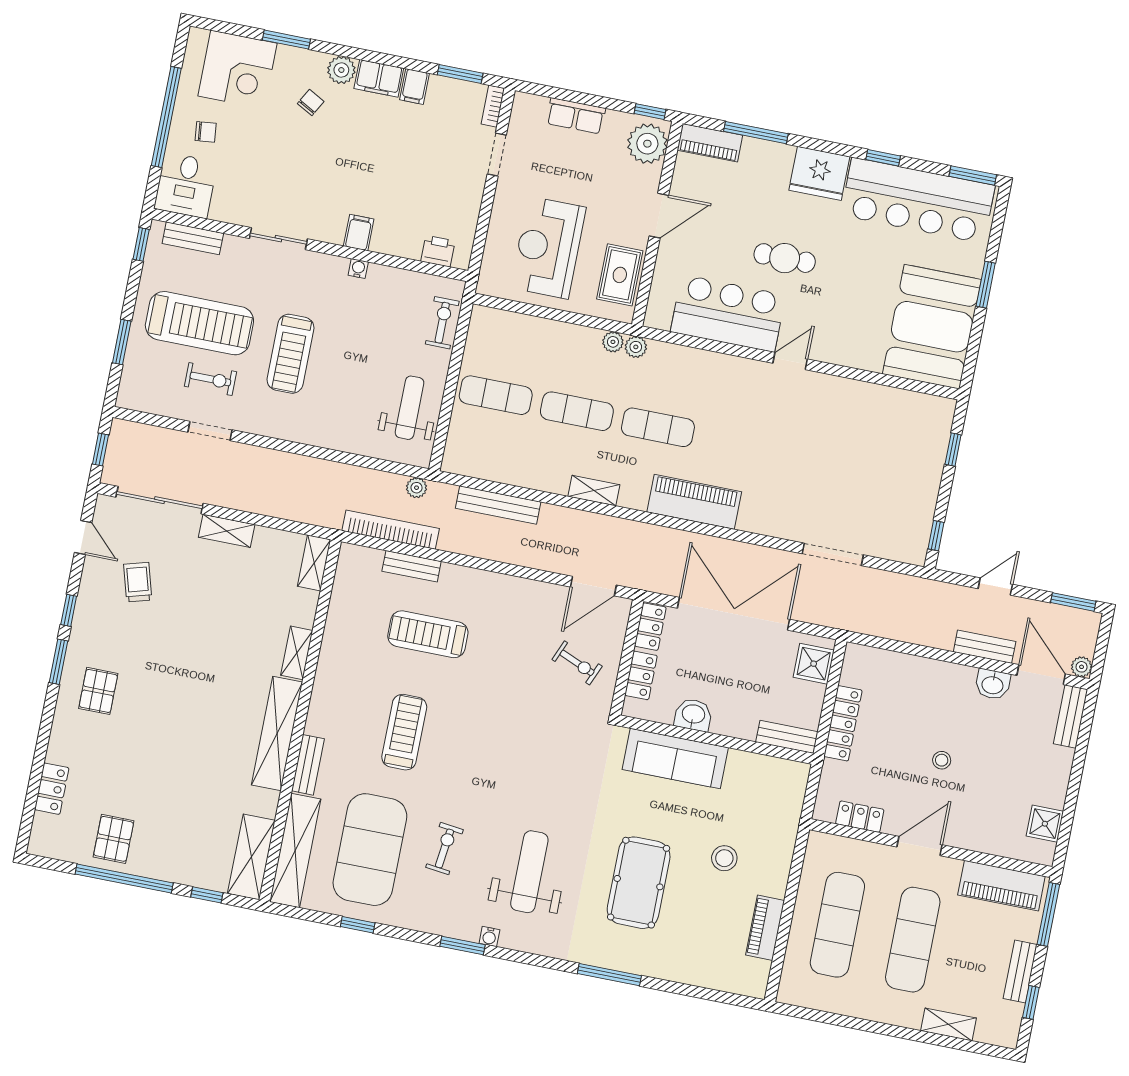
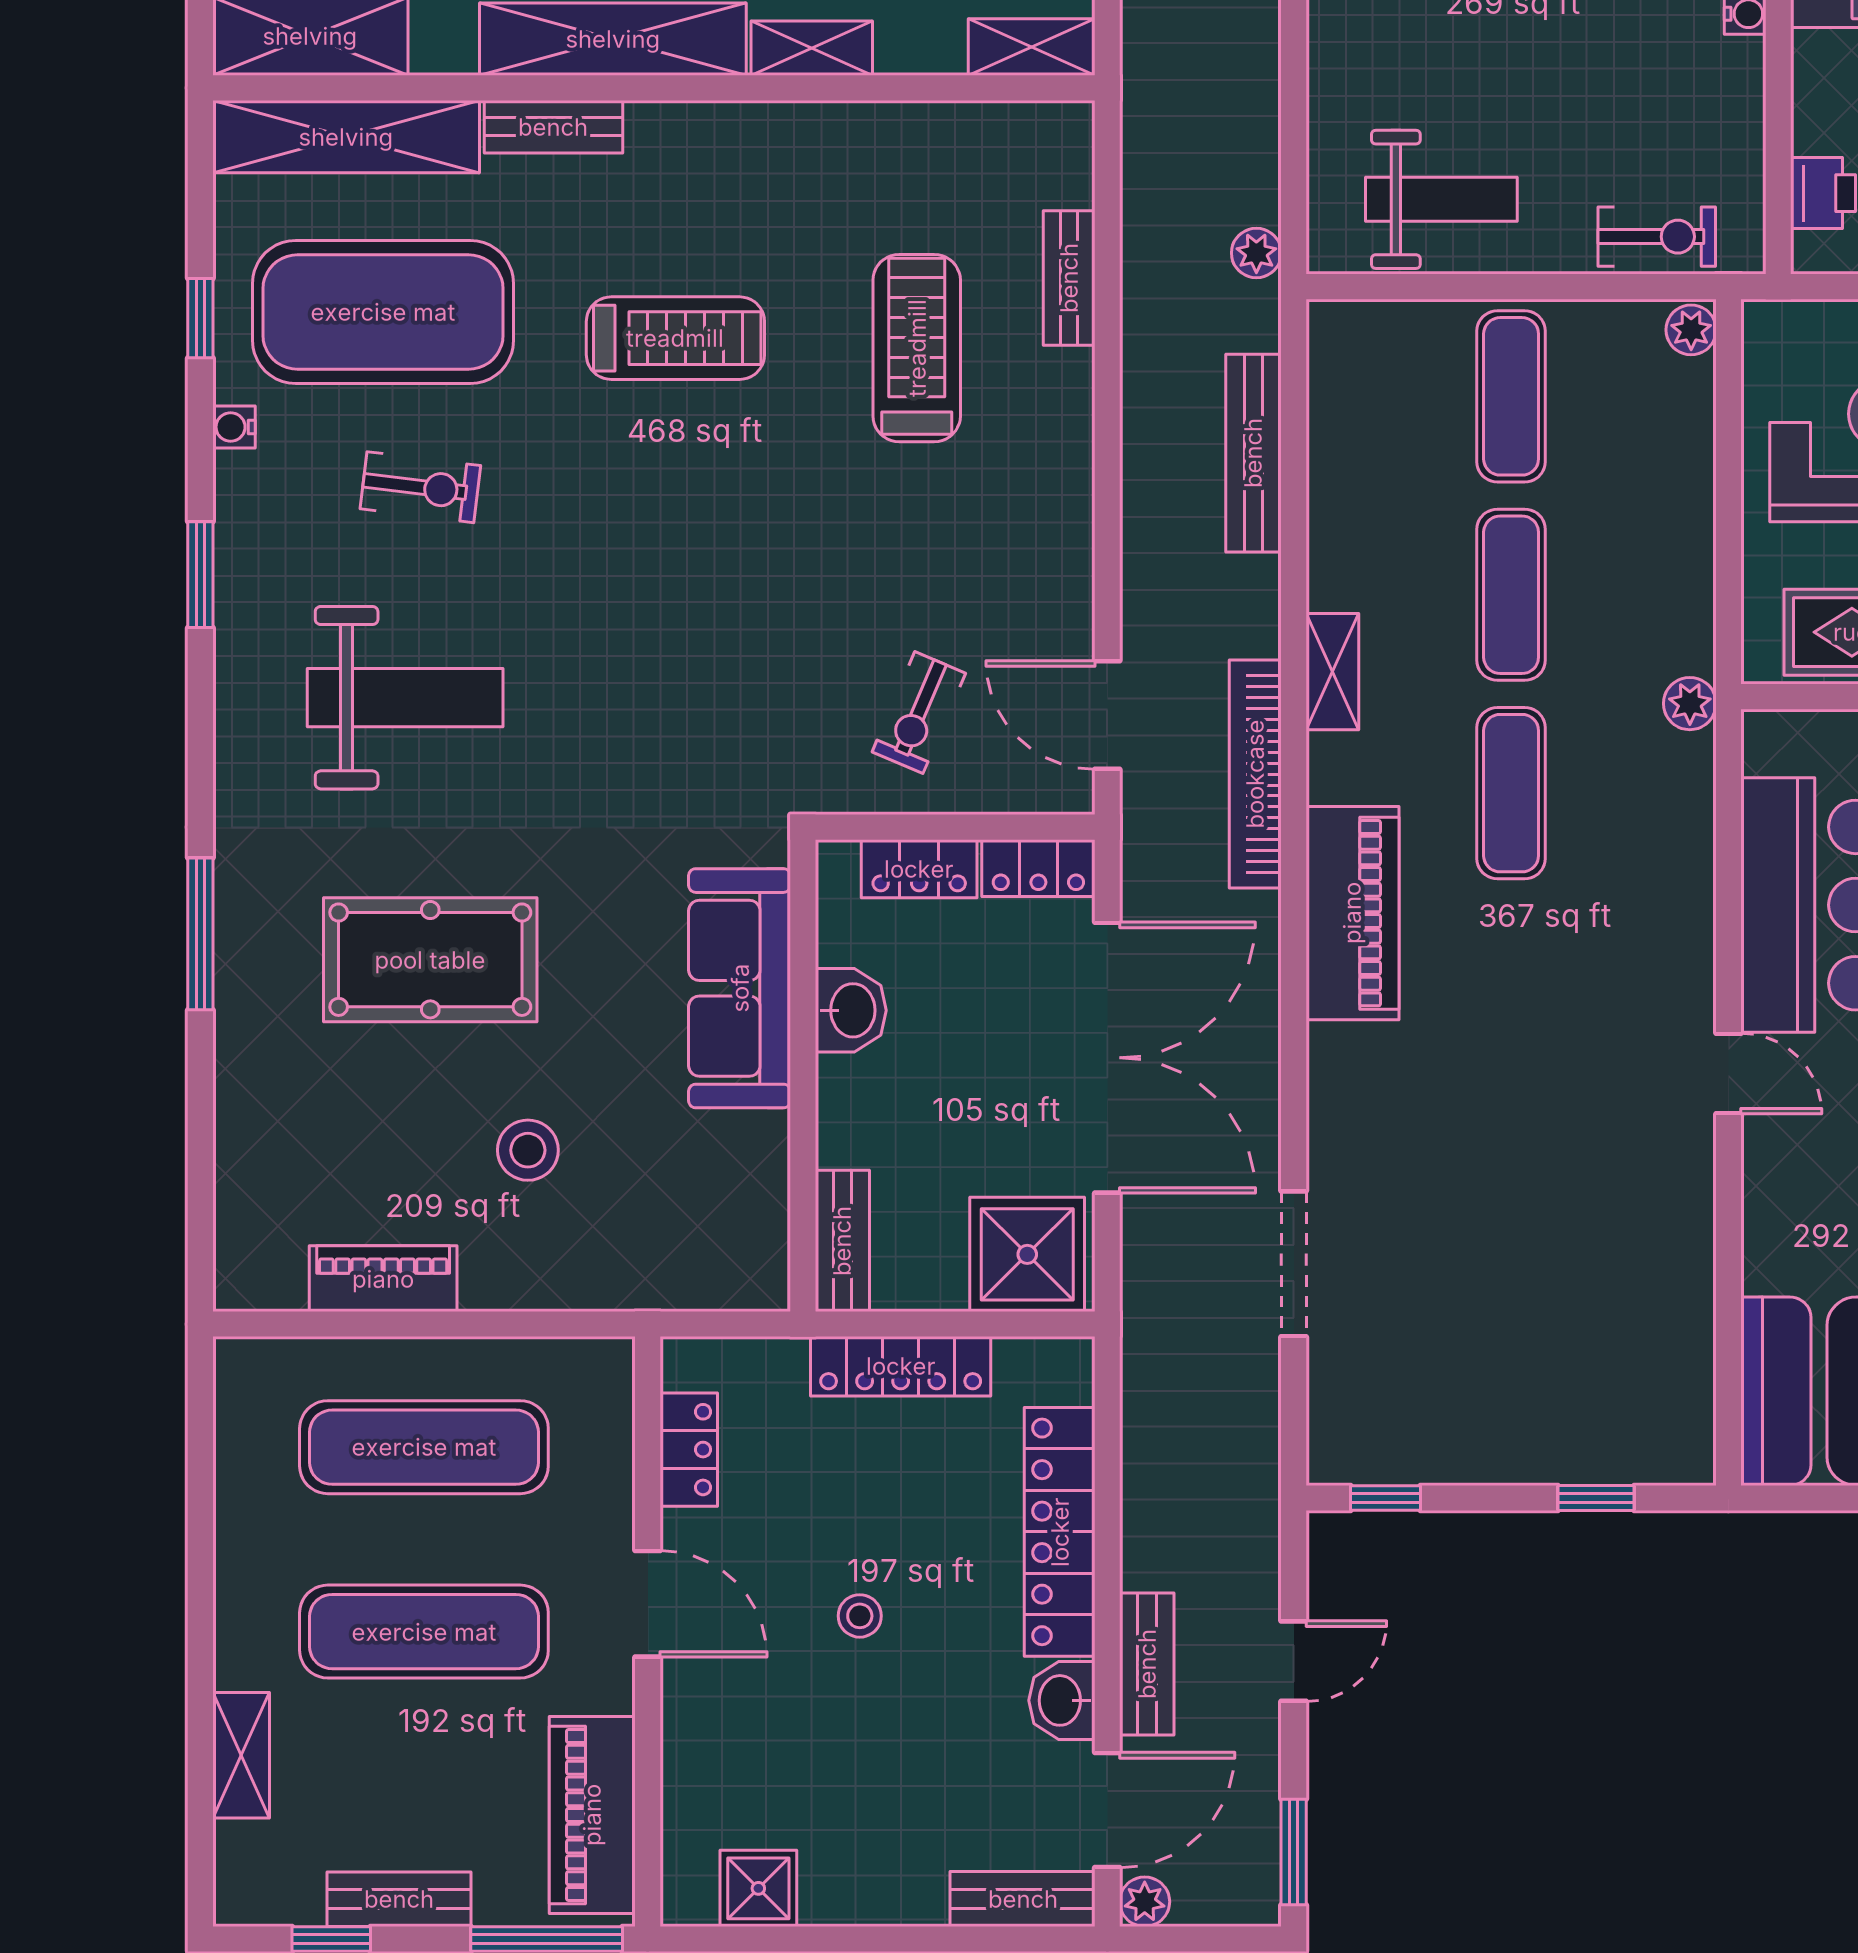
plant: (613, 342) -> (1691, 330), moved
bookcase: (391, 530) -> (1255, 774), moved, turned 180
door: (995, 586) -> (1294, 1661), hinge flipped
shower: (814, 664) -> (1027, 1254), width x1.36, depth x1.36
locker: (923, 672) -> (1060, 1532), added
water cooler: (489, 937) -> (234, 427), moved

